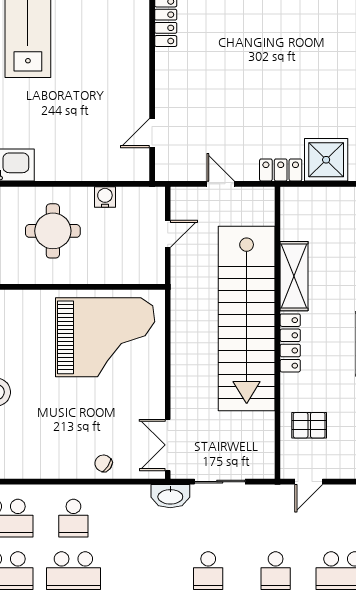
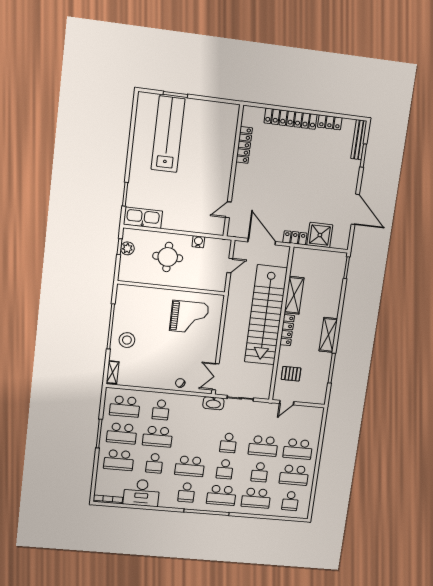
door: (221, 184) -> (262, 242), width x1.88
grand piano: (105, 337) -> (189, 317), width x0.73, depth x0.68
school desk: (276, 571) -> (263, 446), width x1.85

